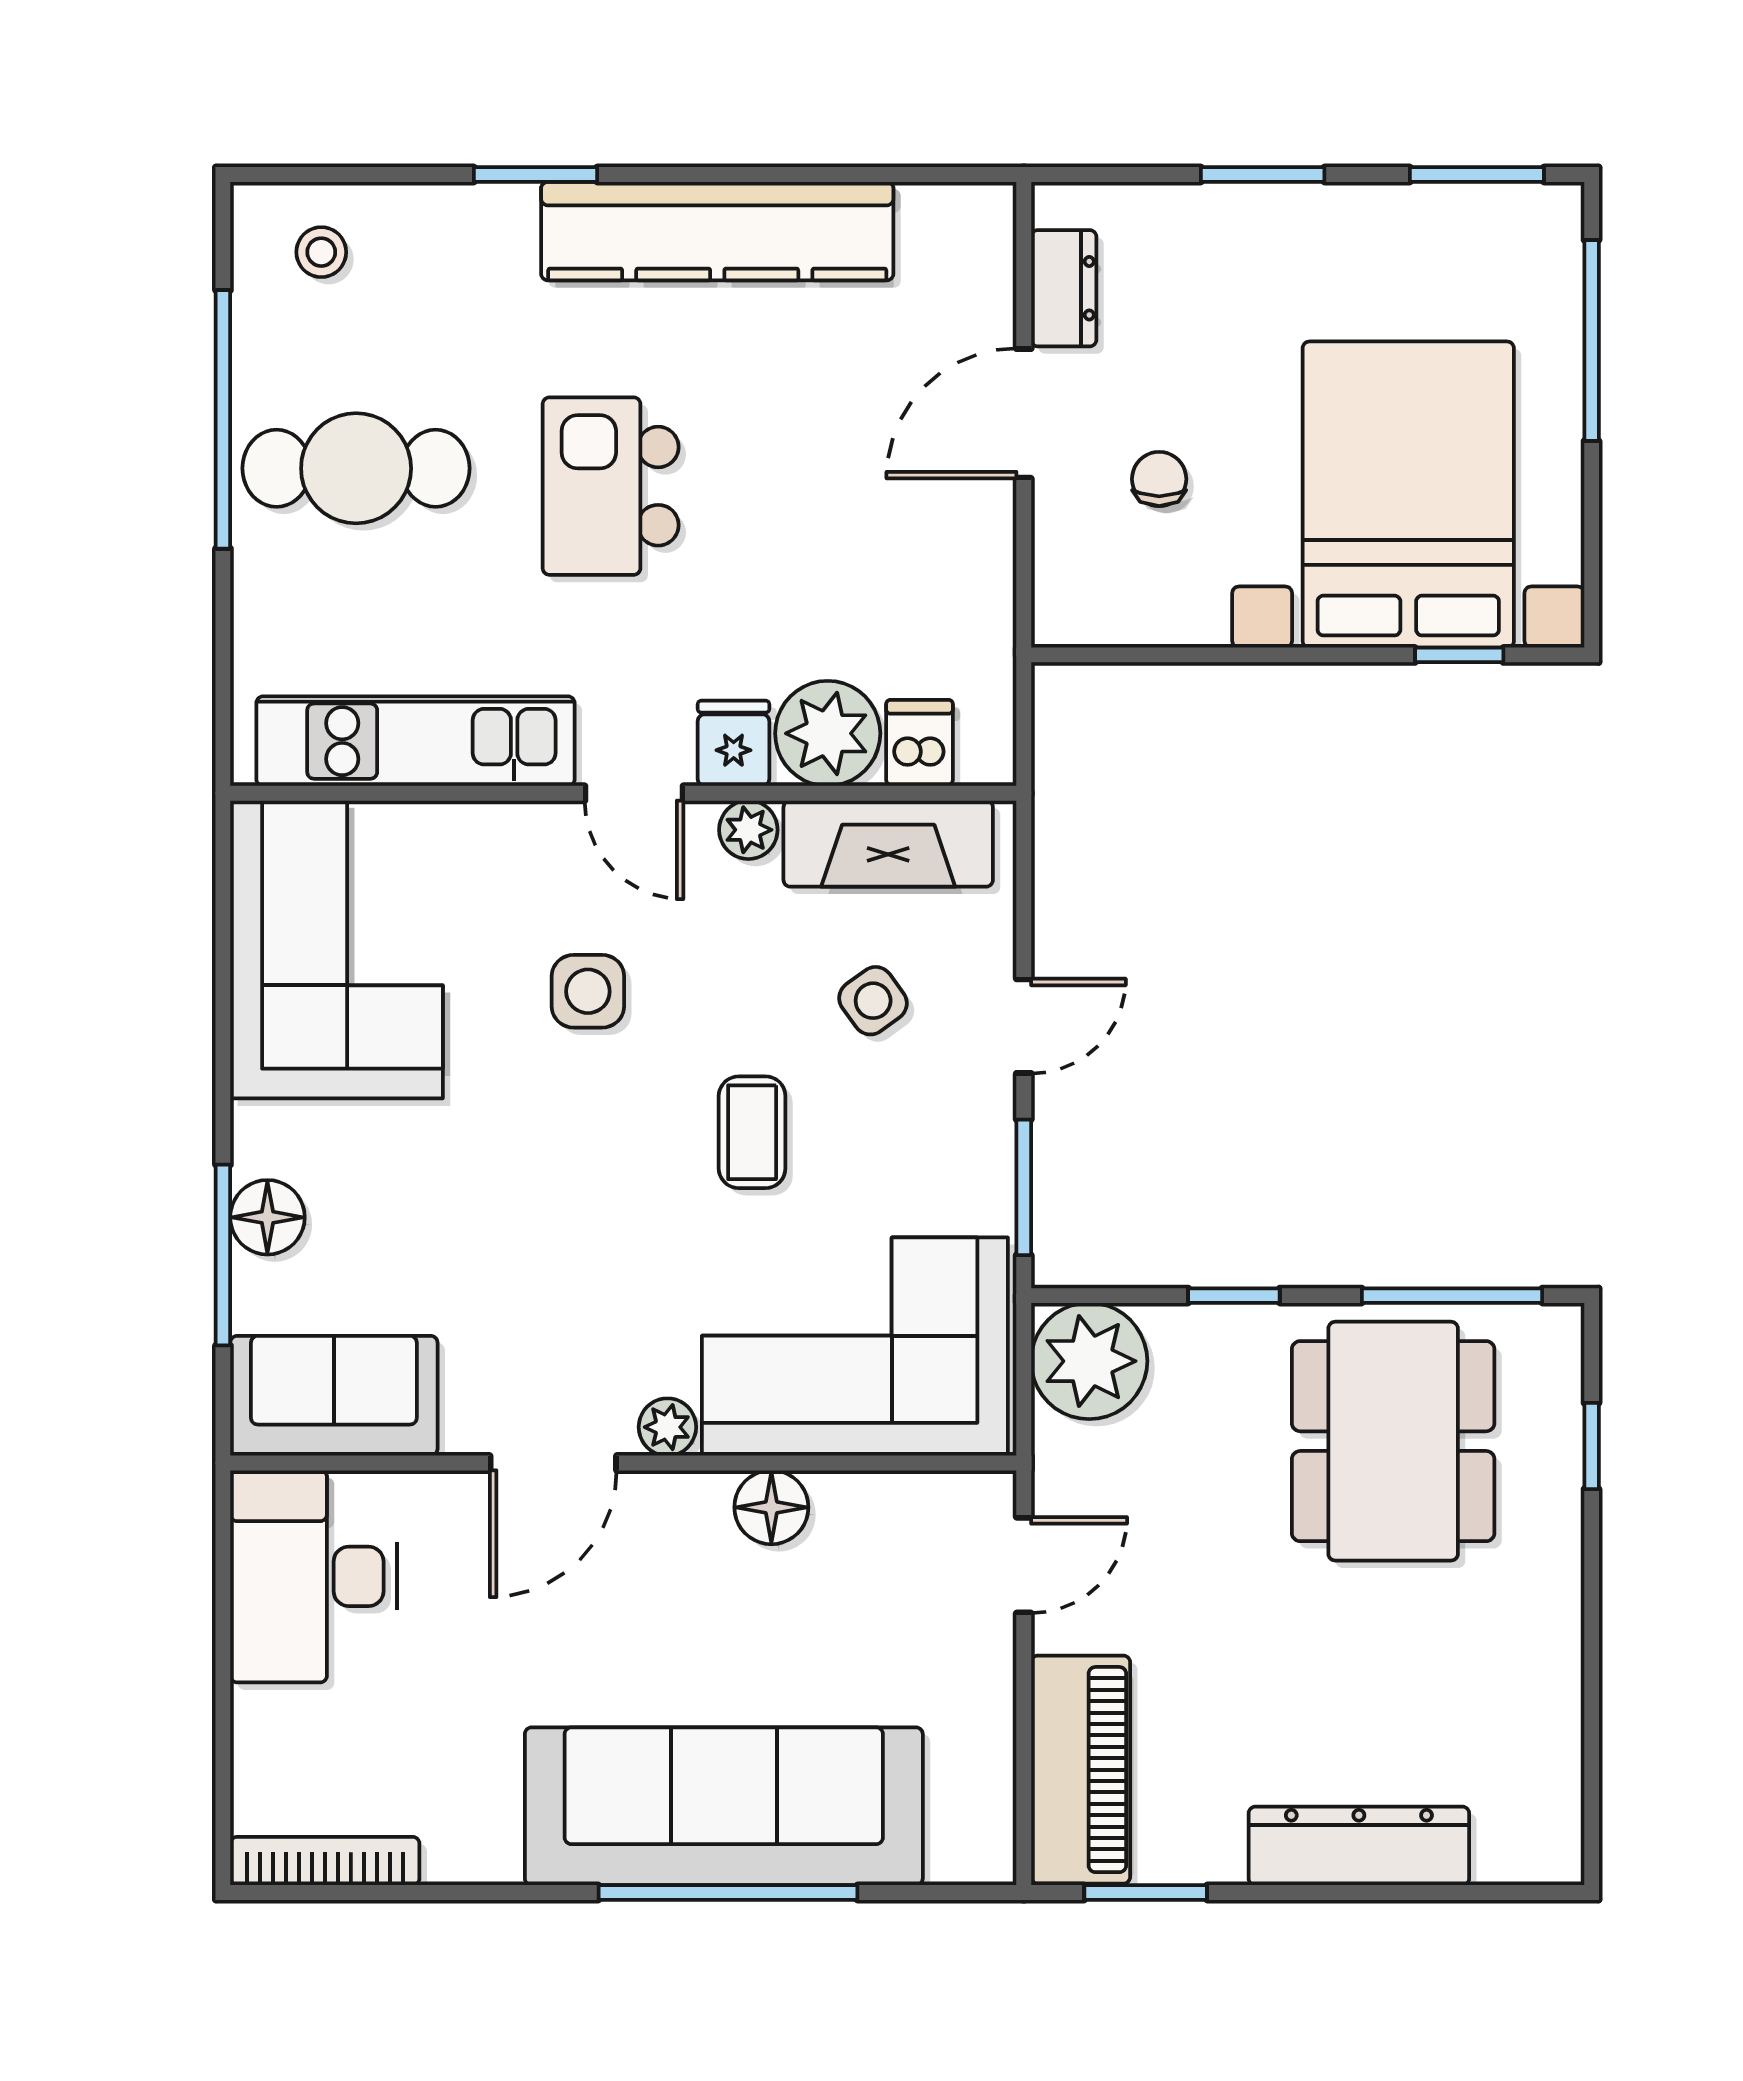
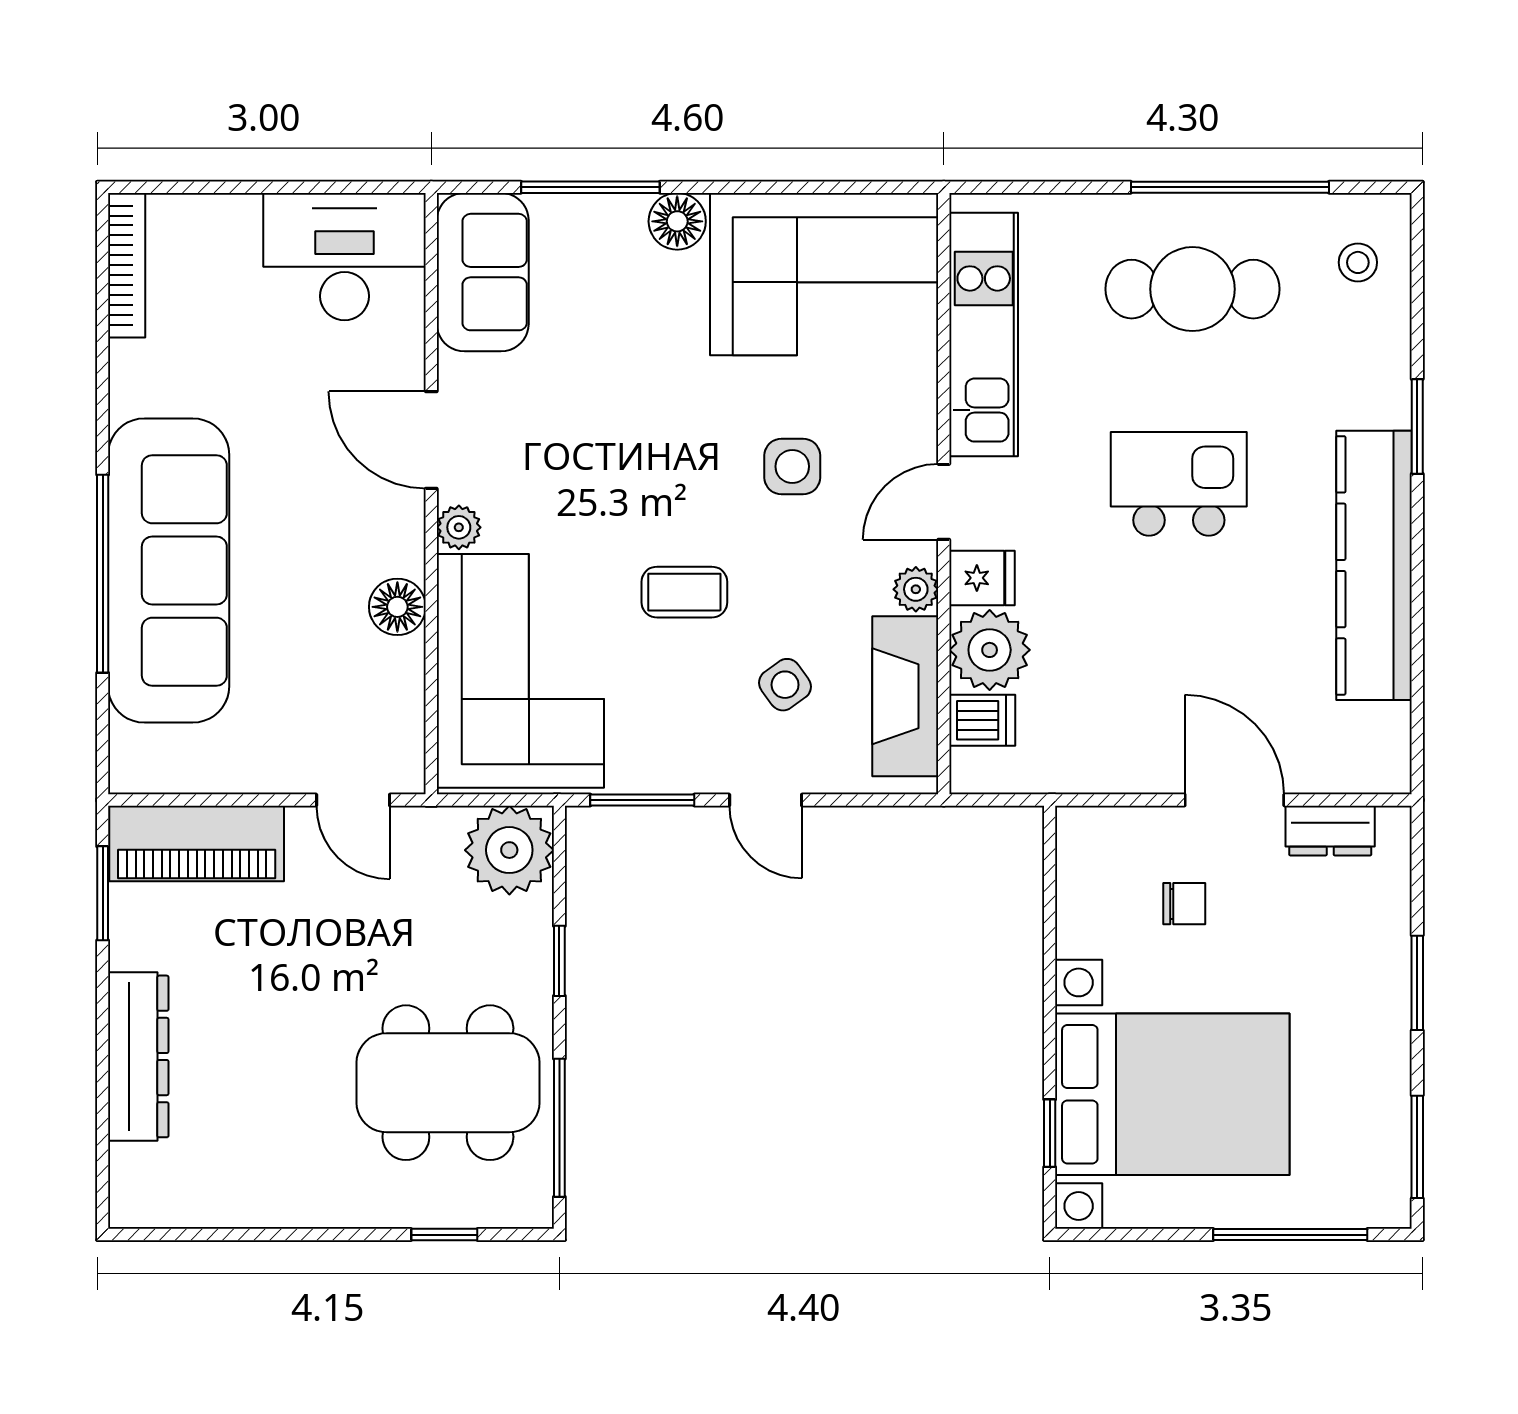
cafe table: (356, 468) -> (1192, 289), turned 90
floor lamp: (267, 1217) -> (677, 221), moved

